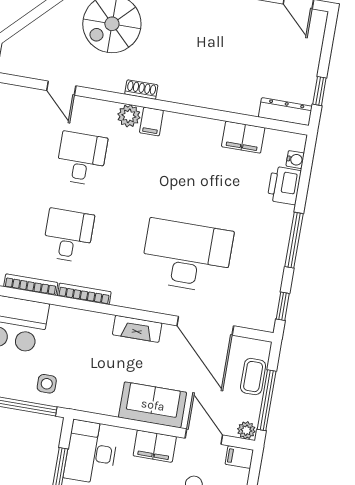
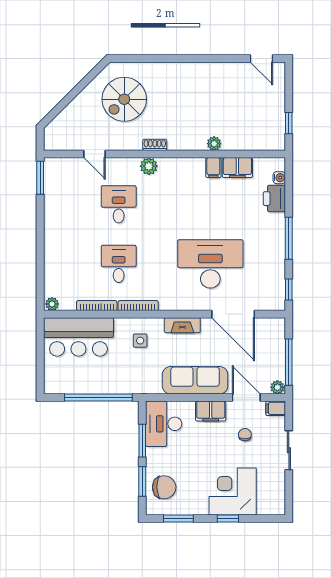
plant: (218, 101) -> (214, 144), added
dresser: (285, 112) -> (266, 143), removed
filing cabinet: (151, 121) -> (213, 168), moved
coffee table: (253, 377) -> (276, 346), removed
side table: (47, 384) -> (140, 341), moved
sofa: (153, 405) -> (195, 380), width x1.36

